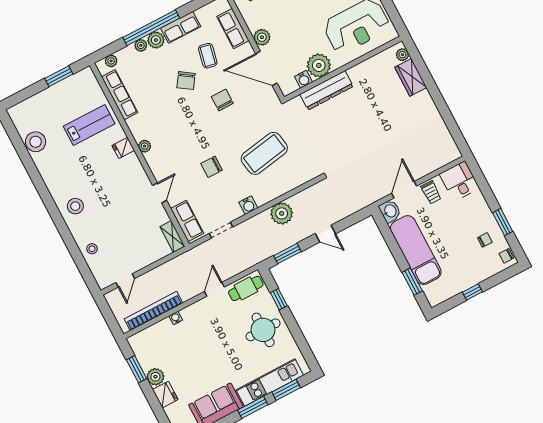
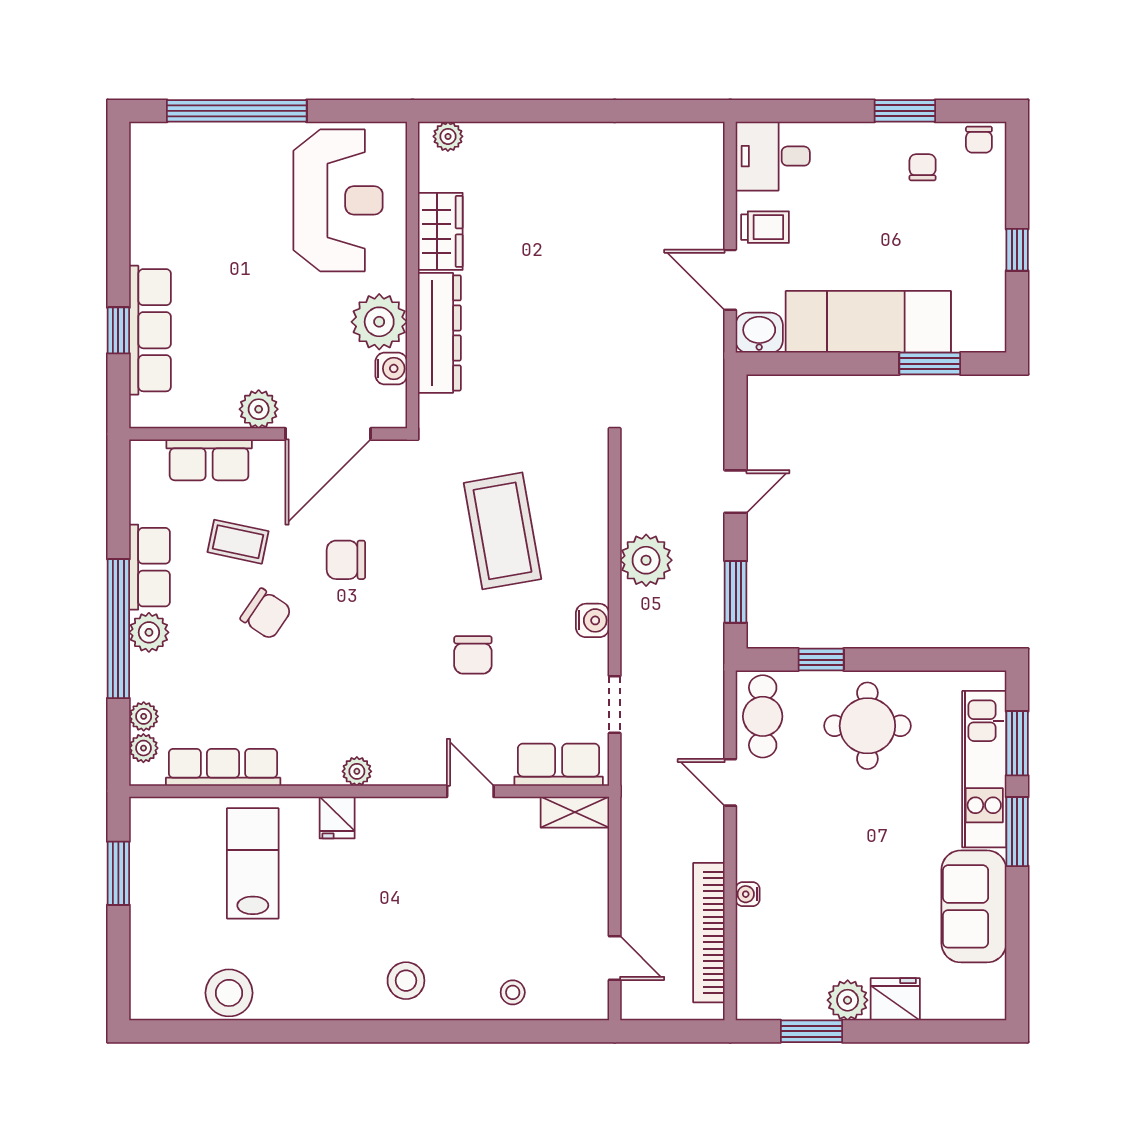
plant: (141, 45) -> (144, 716), moved
wardrobe: (411, 77) -> (440, 231), moved, turned -90

